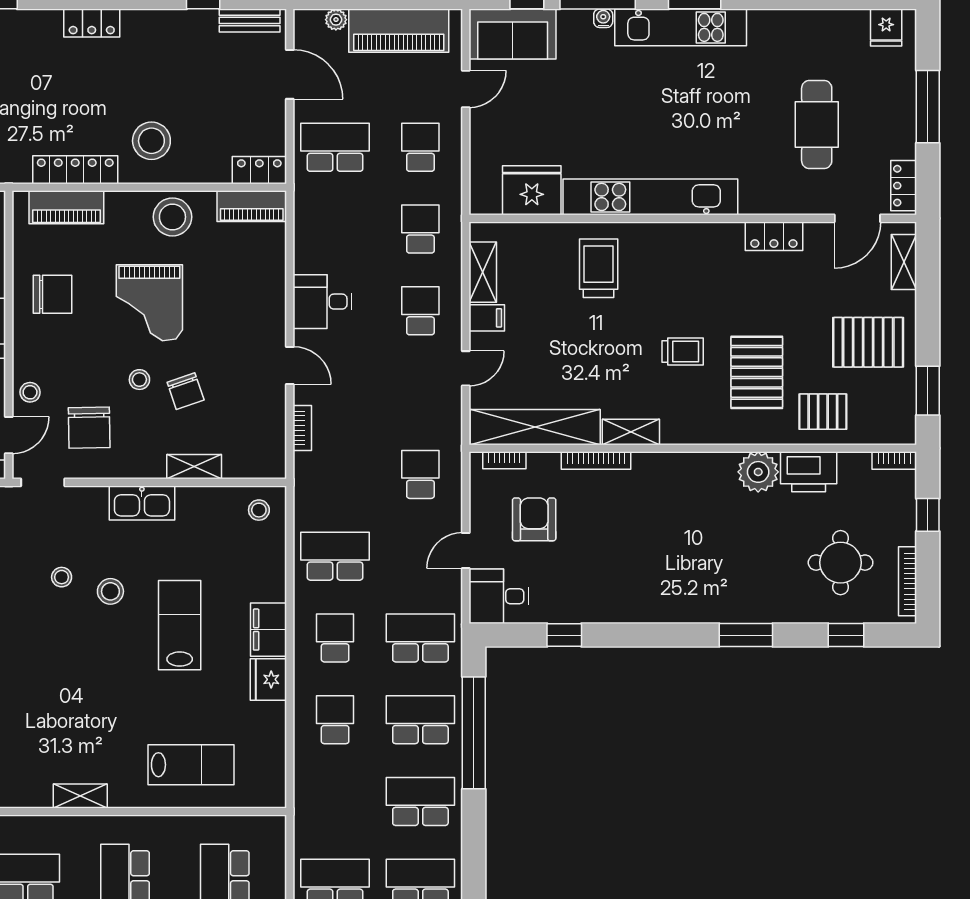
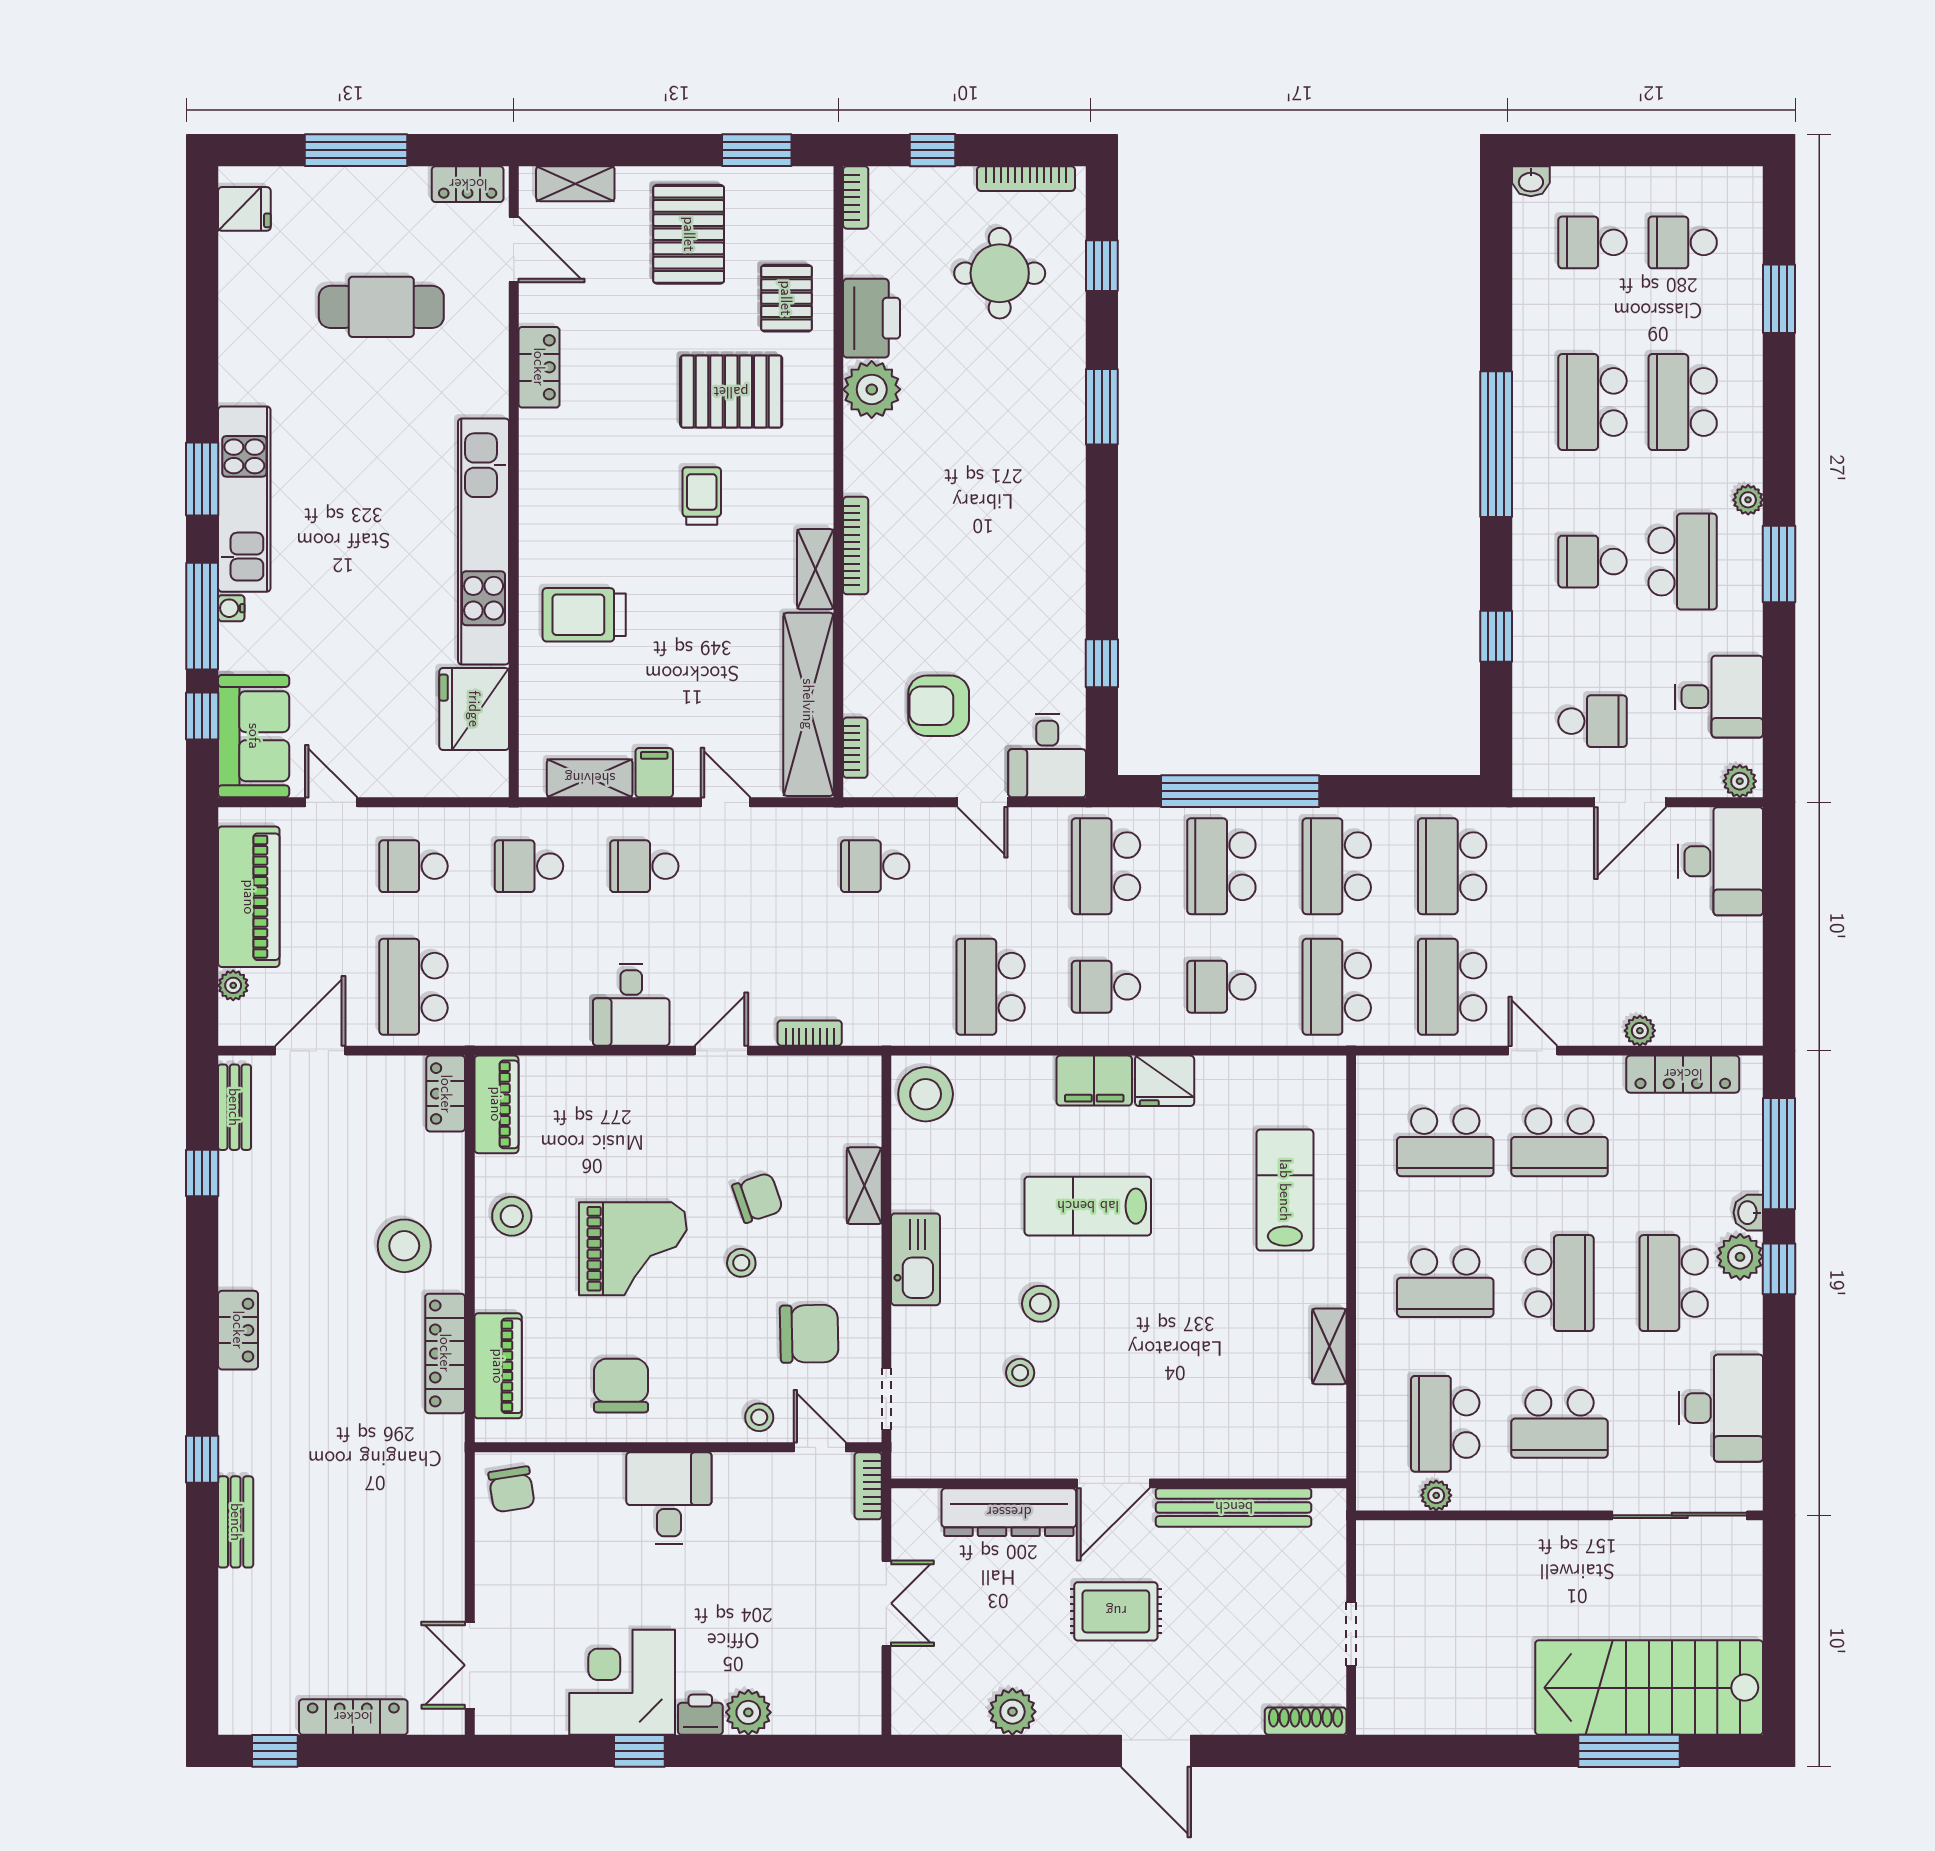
stool: (172, 217) -> (512, 1216), width x0.73, depth x0.73
bookcase: (596, 461) -> (856, 546), moved
stool: (259, 510) -> (926, 1094), width x1.89, depth x1.89
school desk: (335, 801) -> (1337, 987), added

